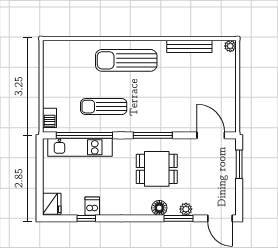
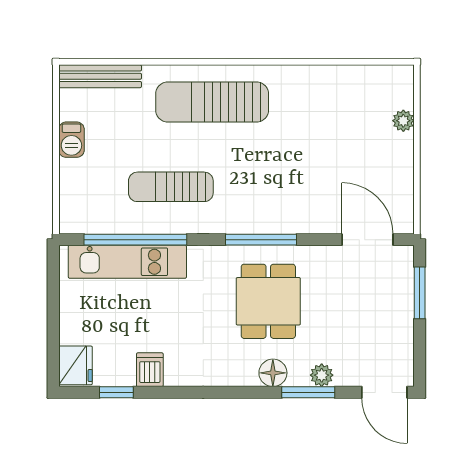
bench: (189, 46) -> (100, 76), moved
plant: (230, 46) -> (403, 121), moved
barbecue: (50, 118) -> (71, 140), moved
dining table: (157, 169) -> (268, 301), turned 90
window: (86, 218) -> (116, 392), moved

